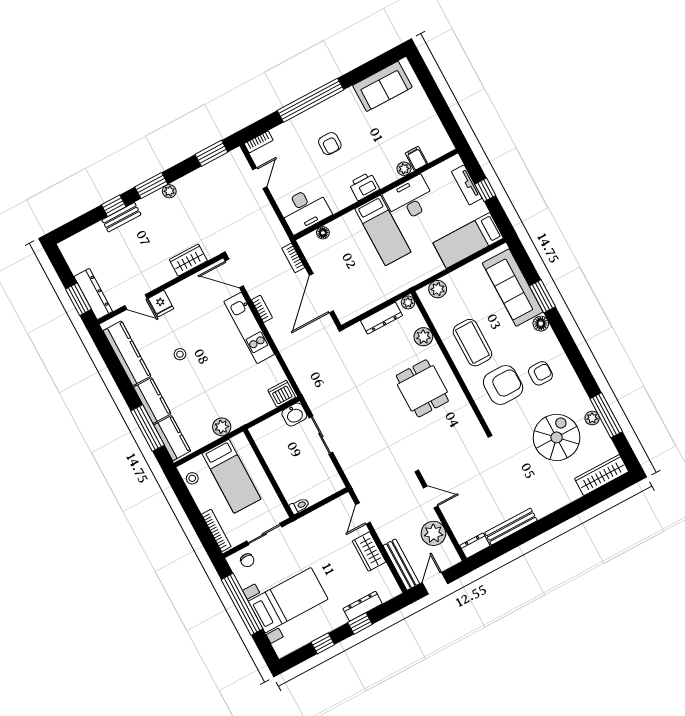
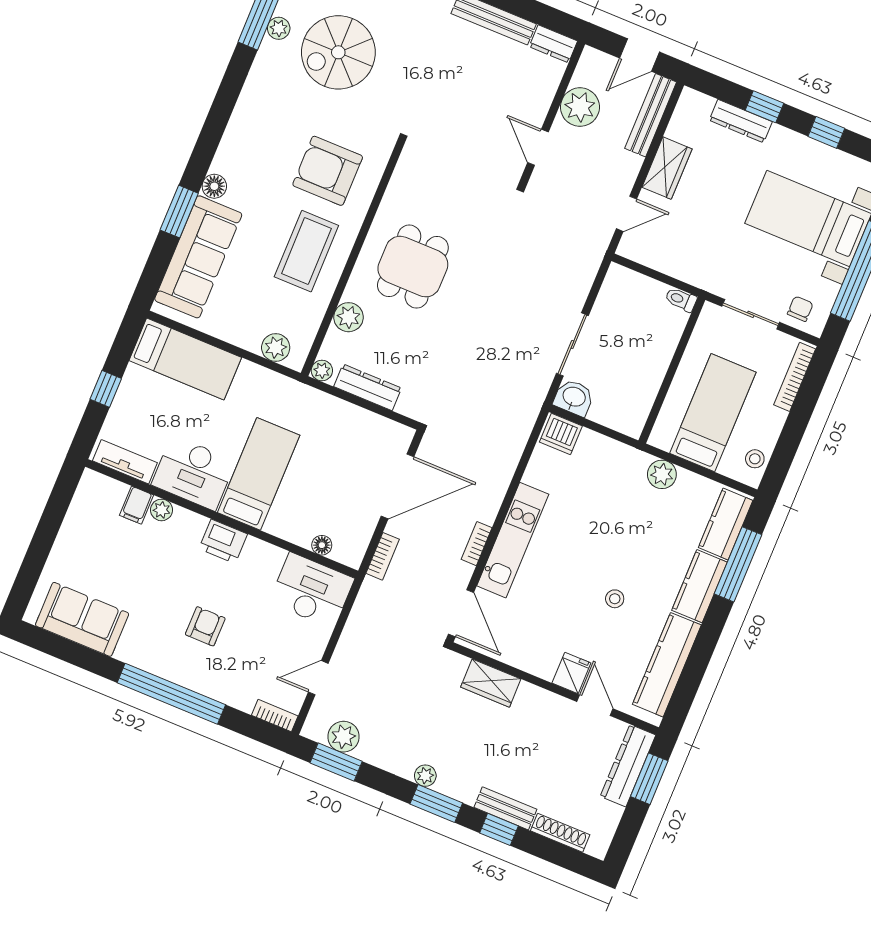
plant: (221, 167) -> (343, 737), added
tv unit: (467, 185) -> (125, 462), moved, turned -90
shoe rack: (88, 234) -> (560, 833), added
armchair: (540, 373) -> (276, 136), removed

